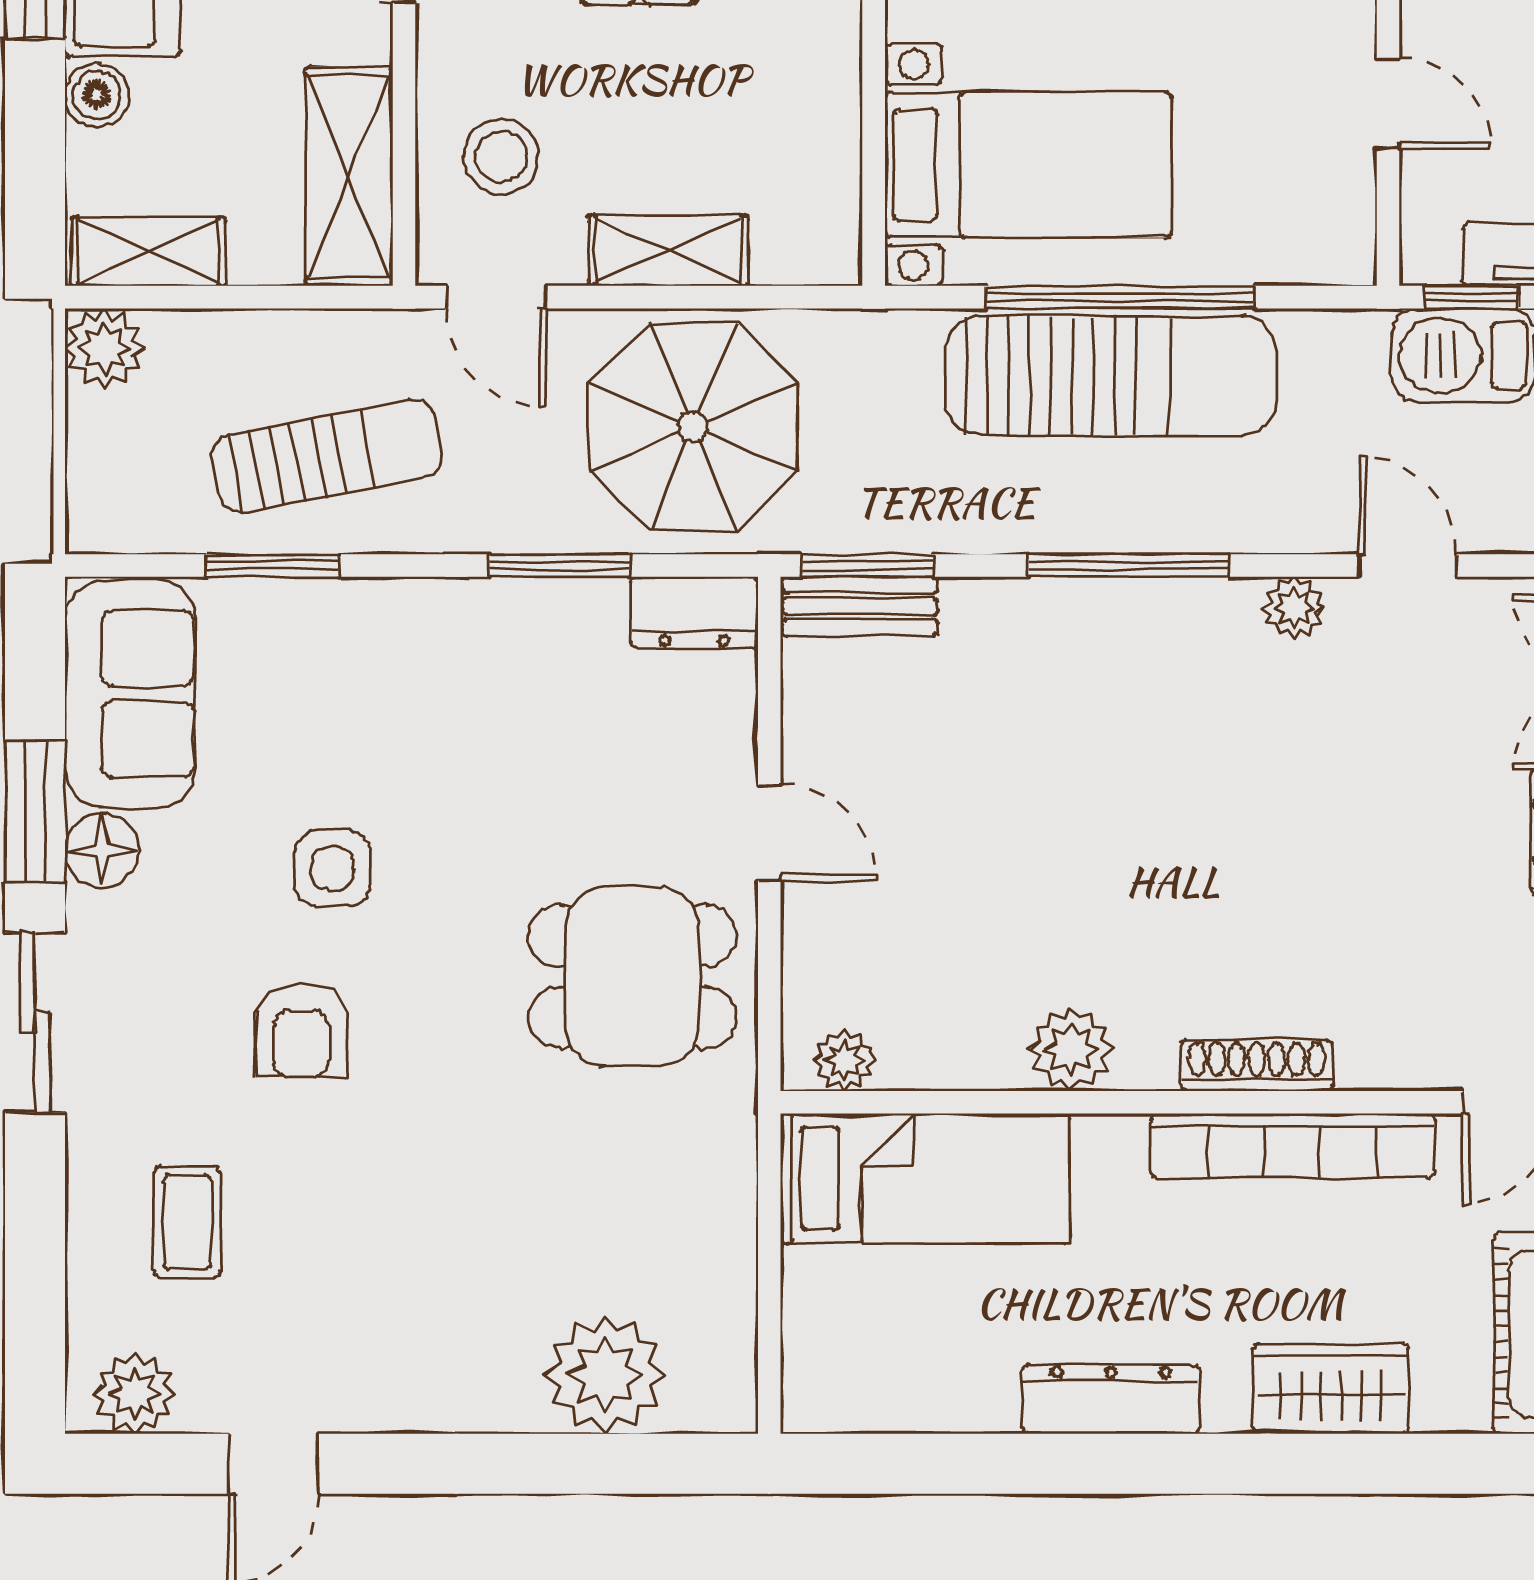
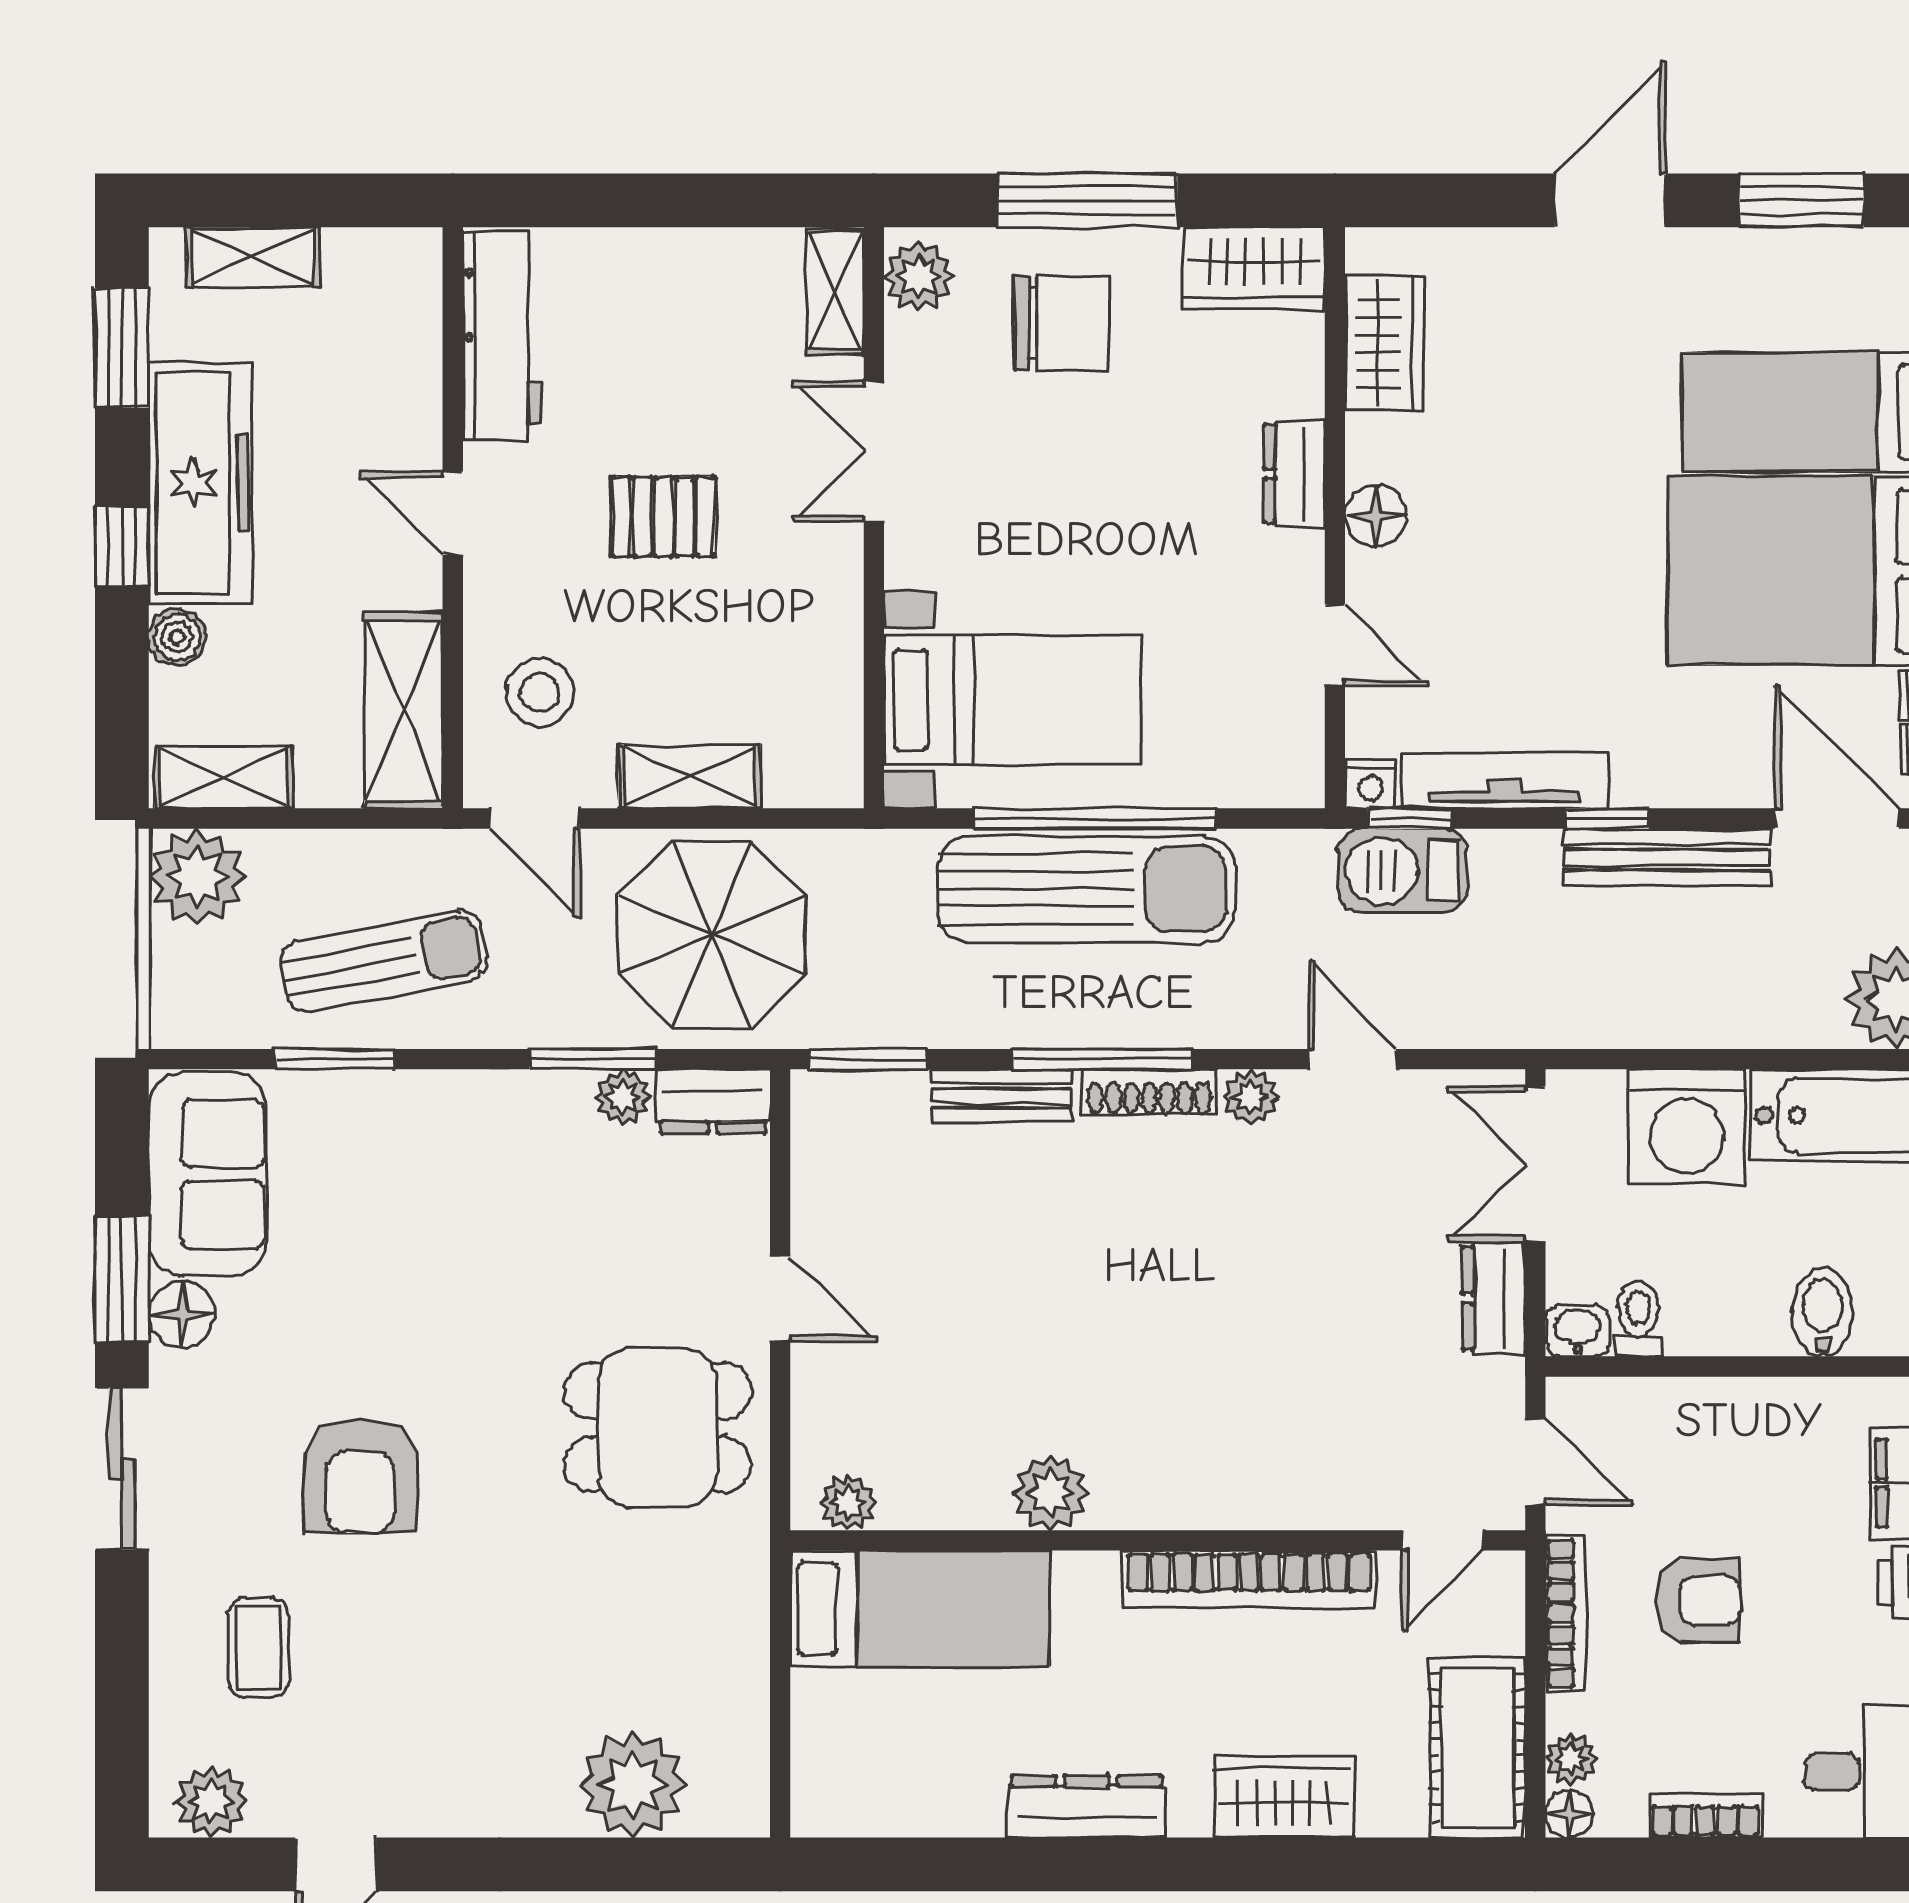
nightstand: (1428, 259) -> (1370, 784), added
plant: (104, 348) -> (197, 877), width x1.36, depth x1.36
bench: (860, 606) -> (1002, 1096), moved
plant: (594, 608) -> (623, 1097), added
side table: (332, 868) -> (389, 1331), removed
armchair: (301, 1031) -> (360, 1476), width x1.38, depth x1.38
shoe rack: (1257, 1065) -> (1149, 1092), moved, turned 180

